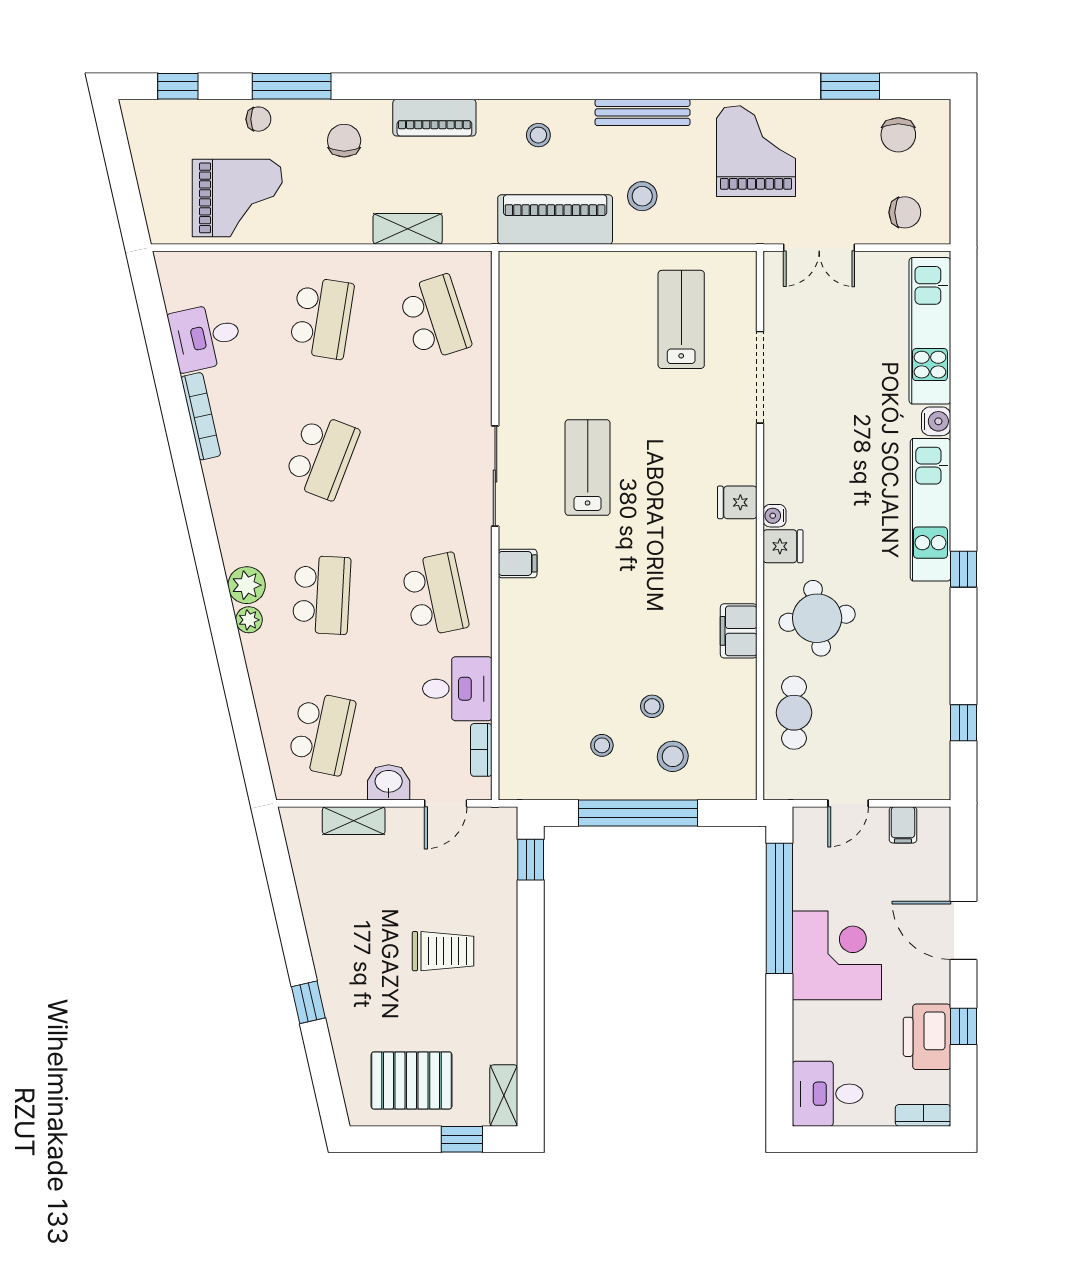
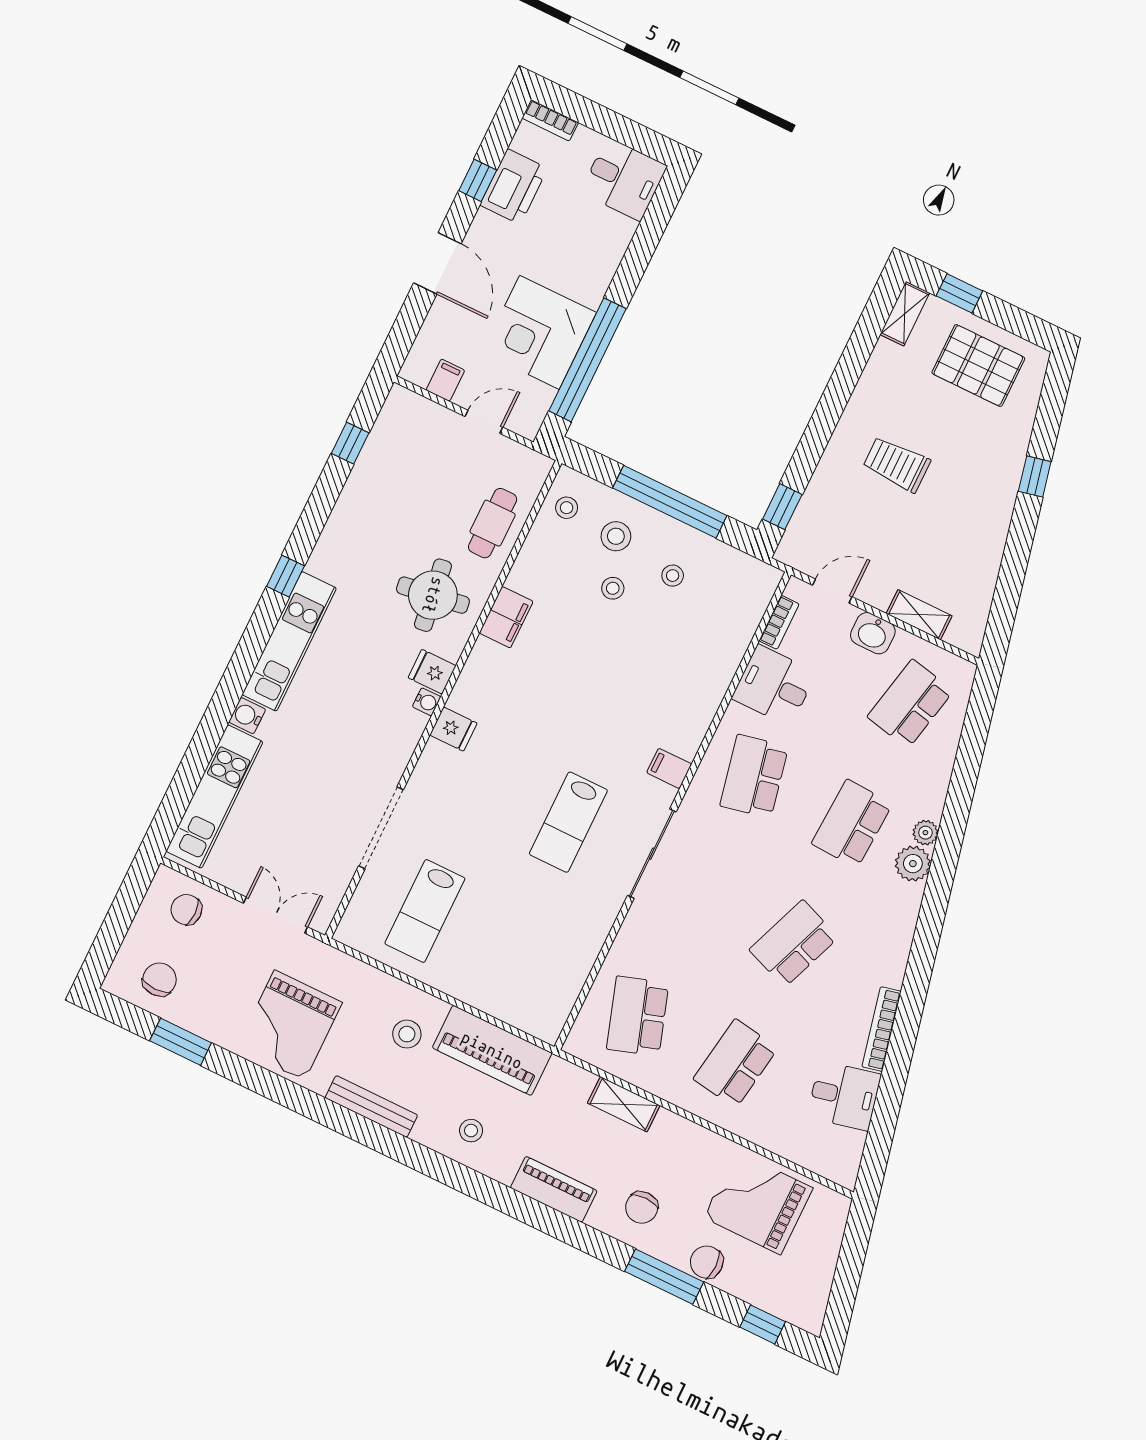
chair: (258, 119) -> (707, 1262), width x1.37, depth x1.37
stool: (732, 761) -> (567, 508), added
corner desk: (837, 955) -> (539, 332), moved

